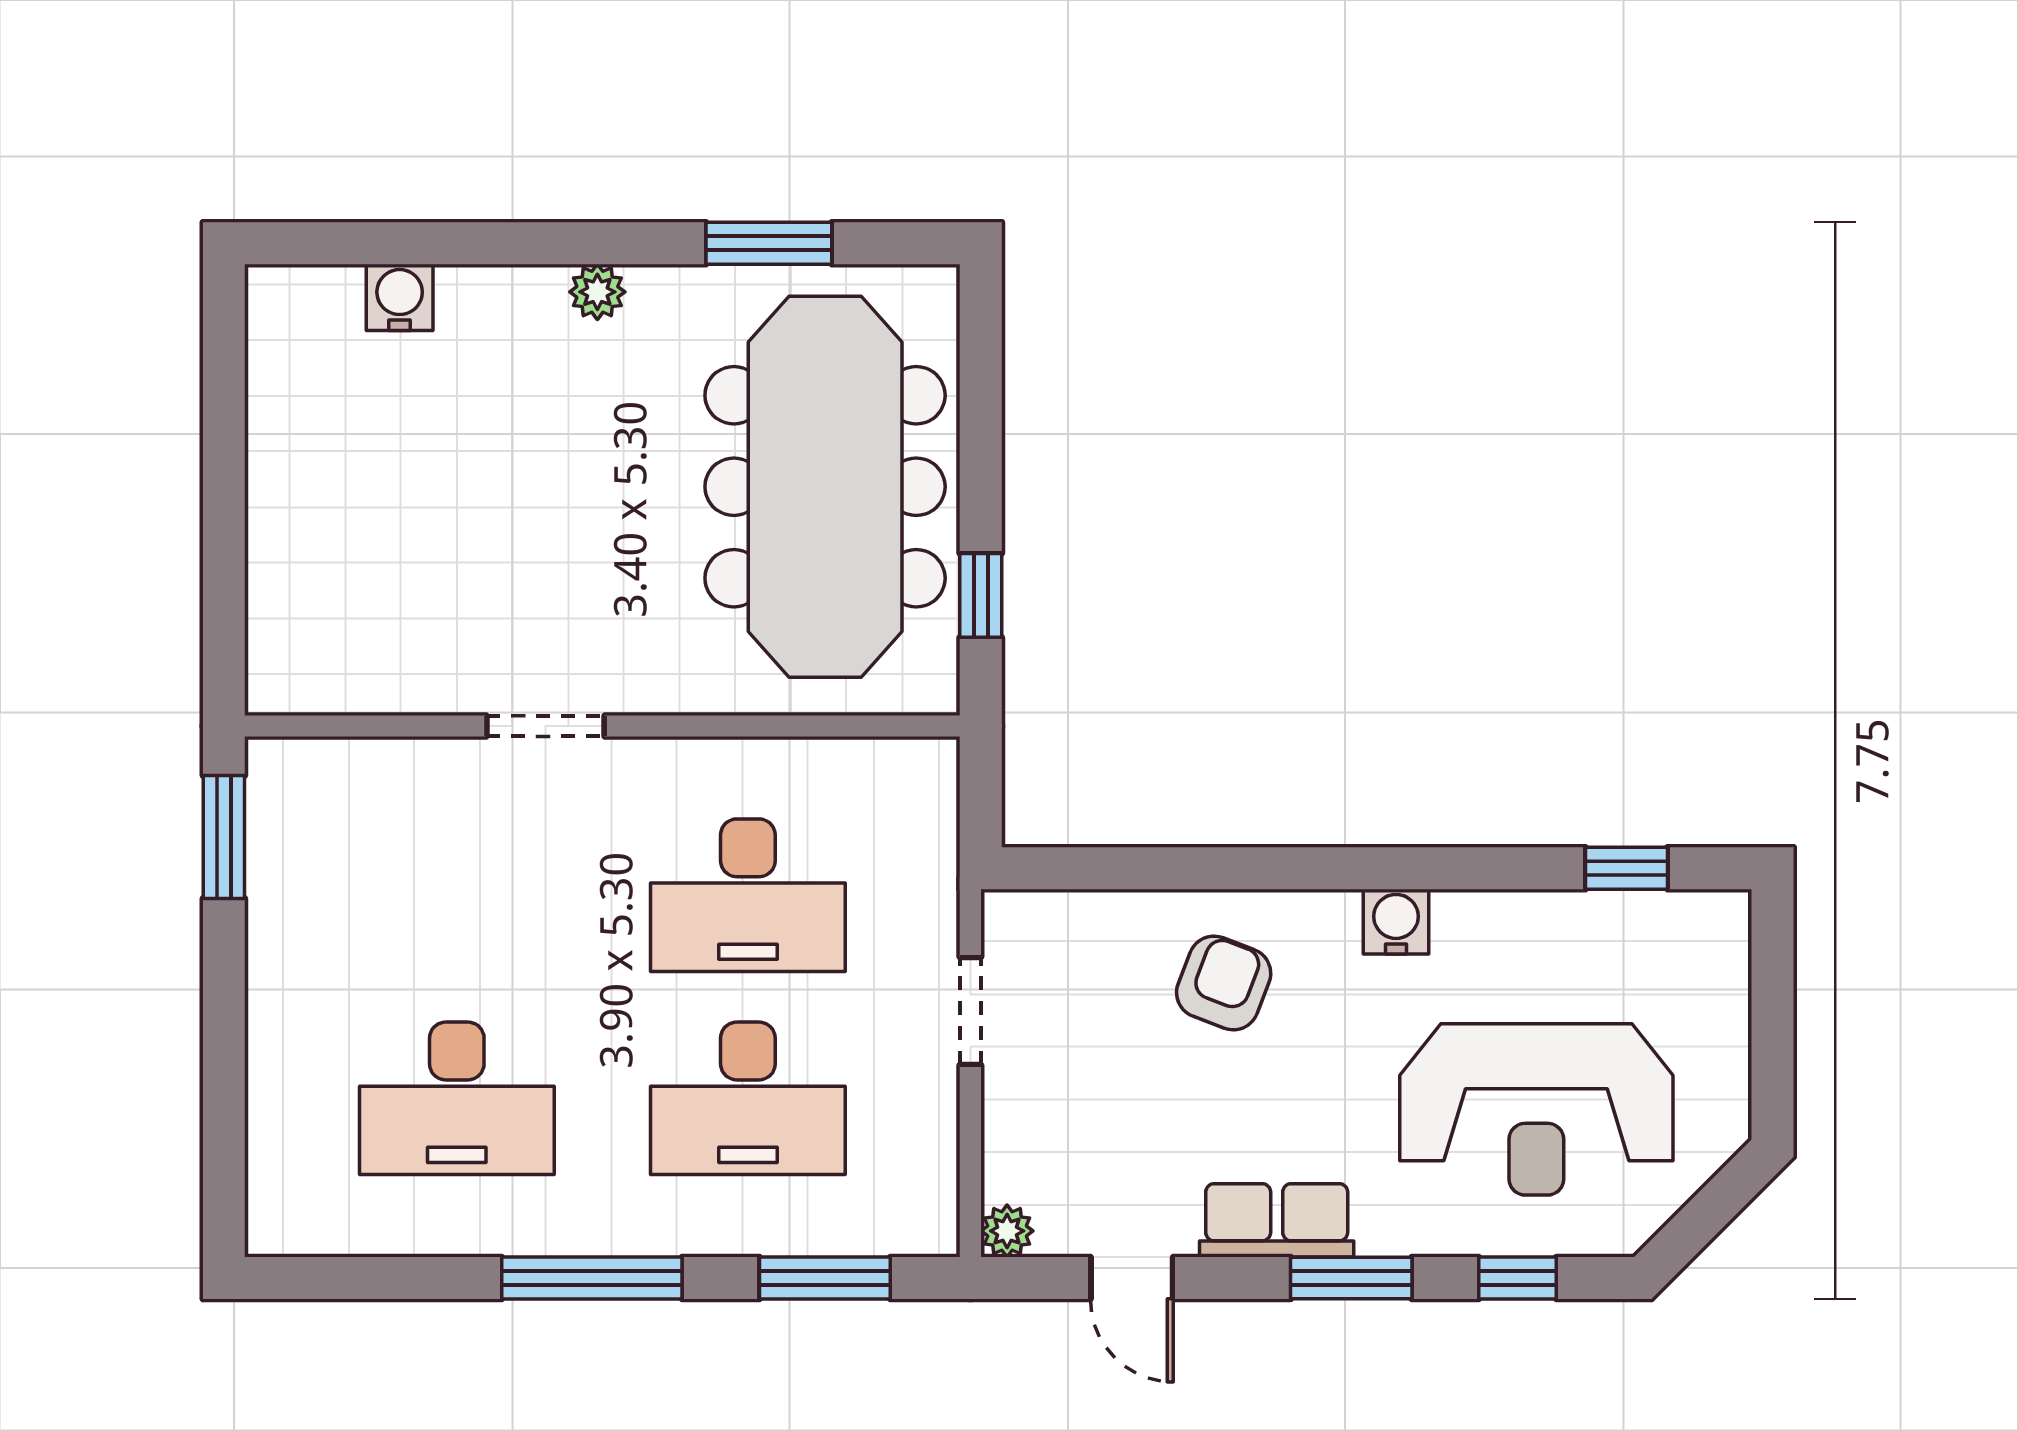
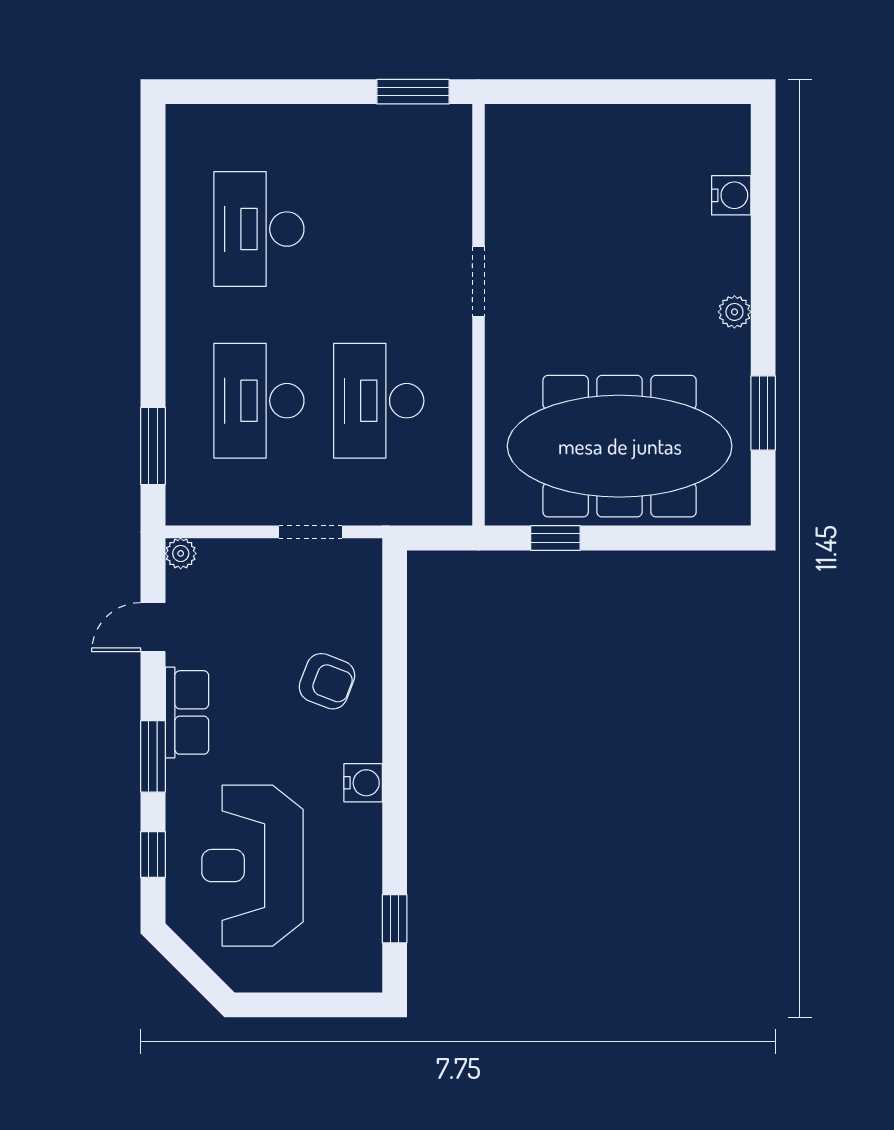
window: (592, 1278) -> (153, 309), removed

